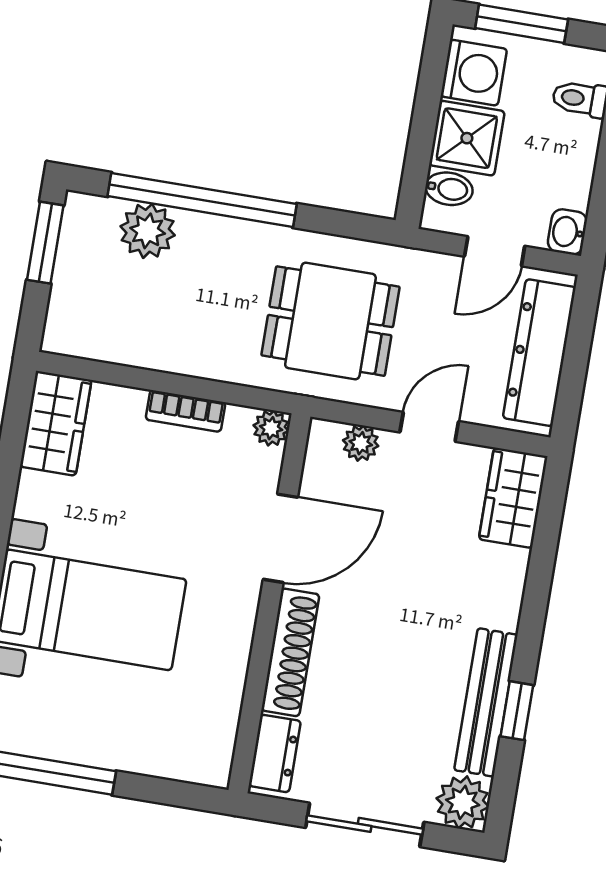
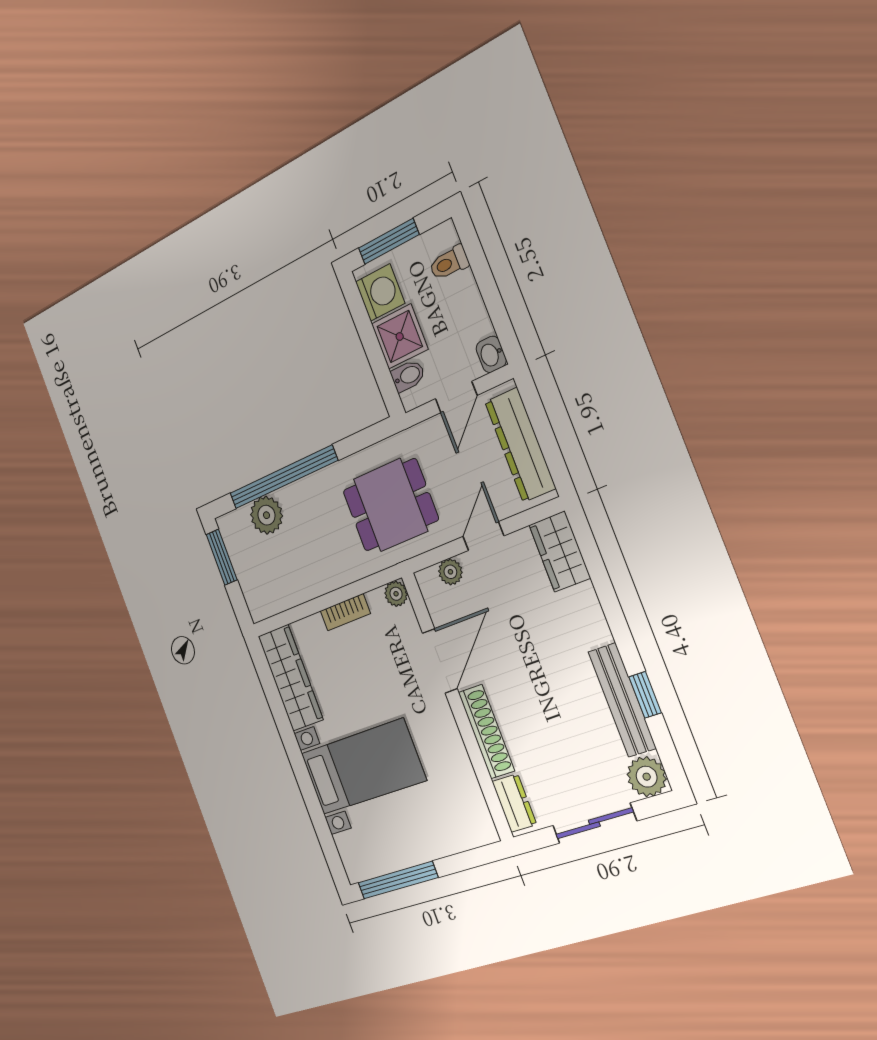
wardrobe: (56, 423) -> (290, 678), width x1.50

